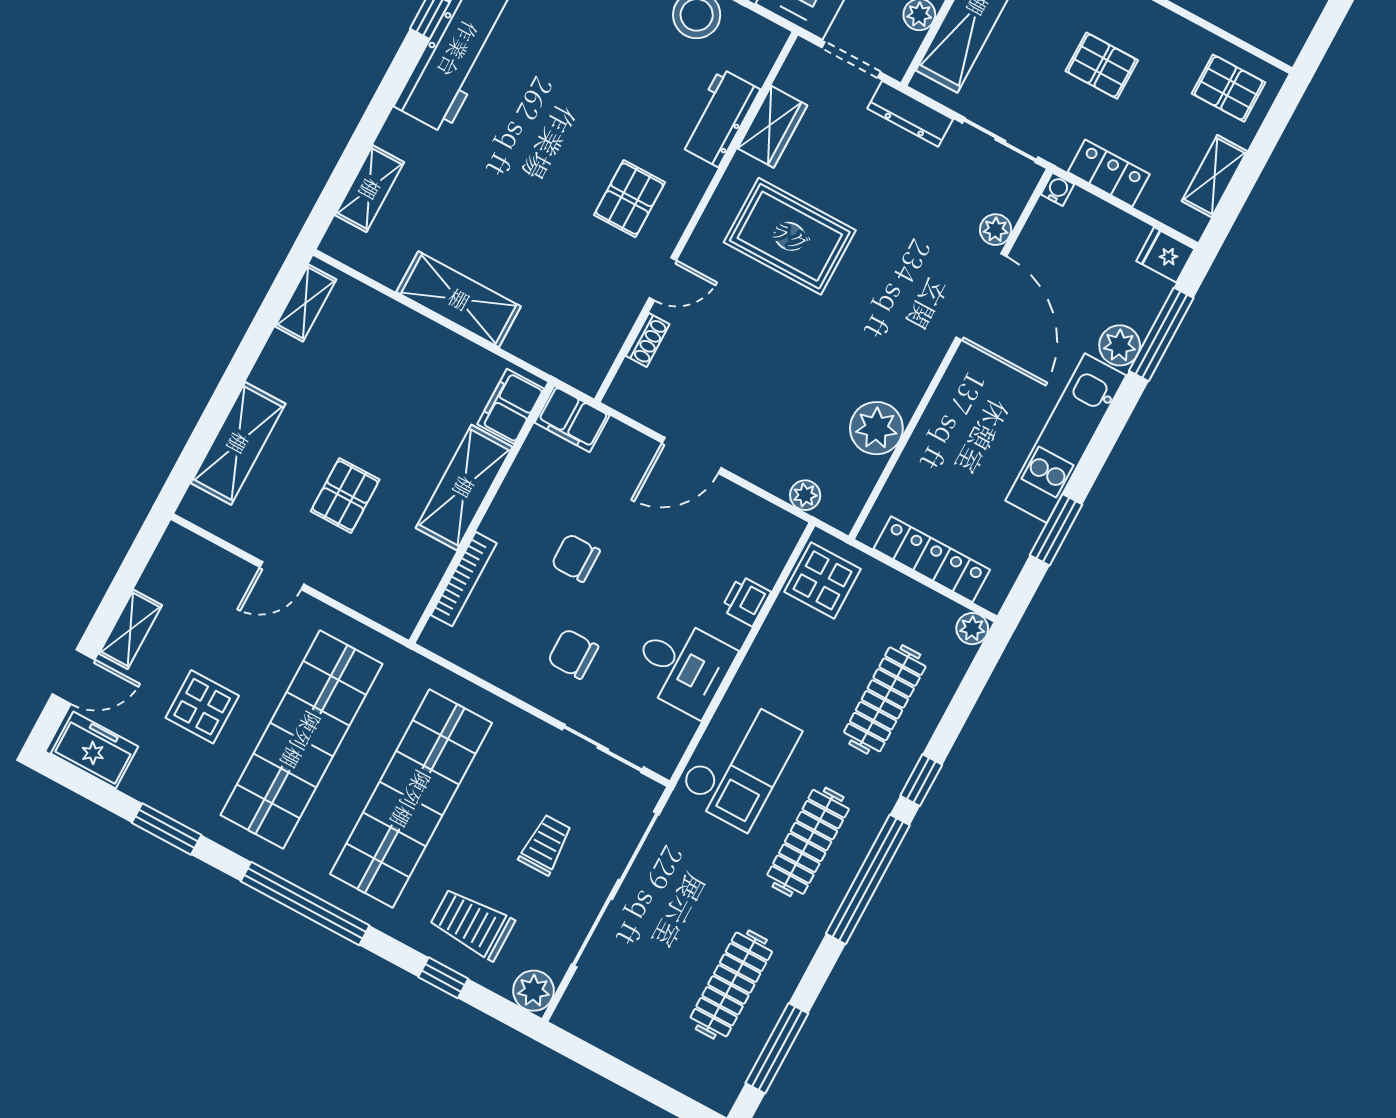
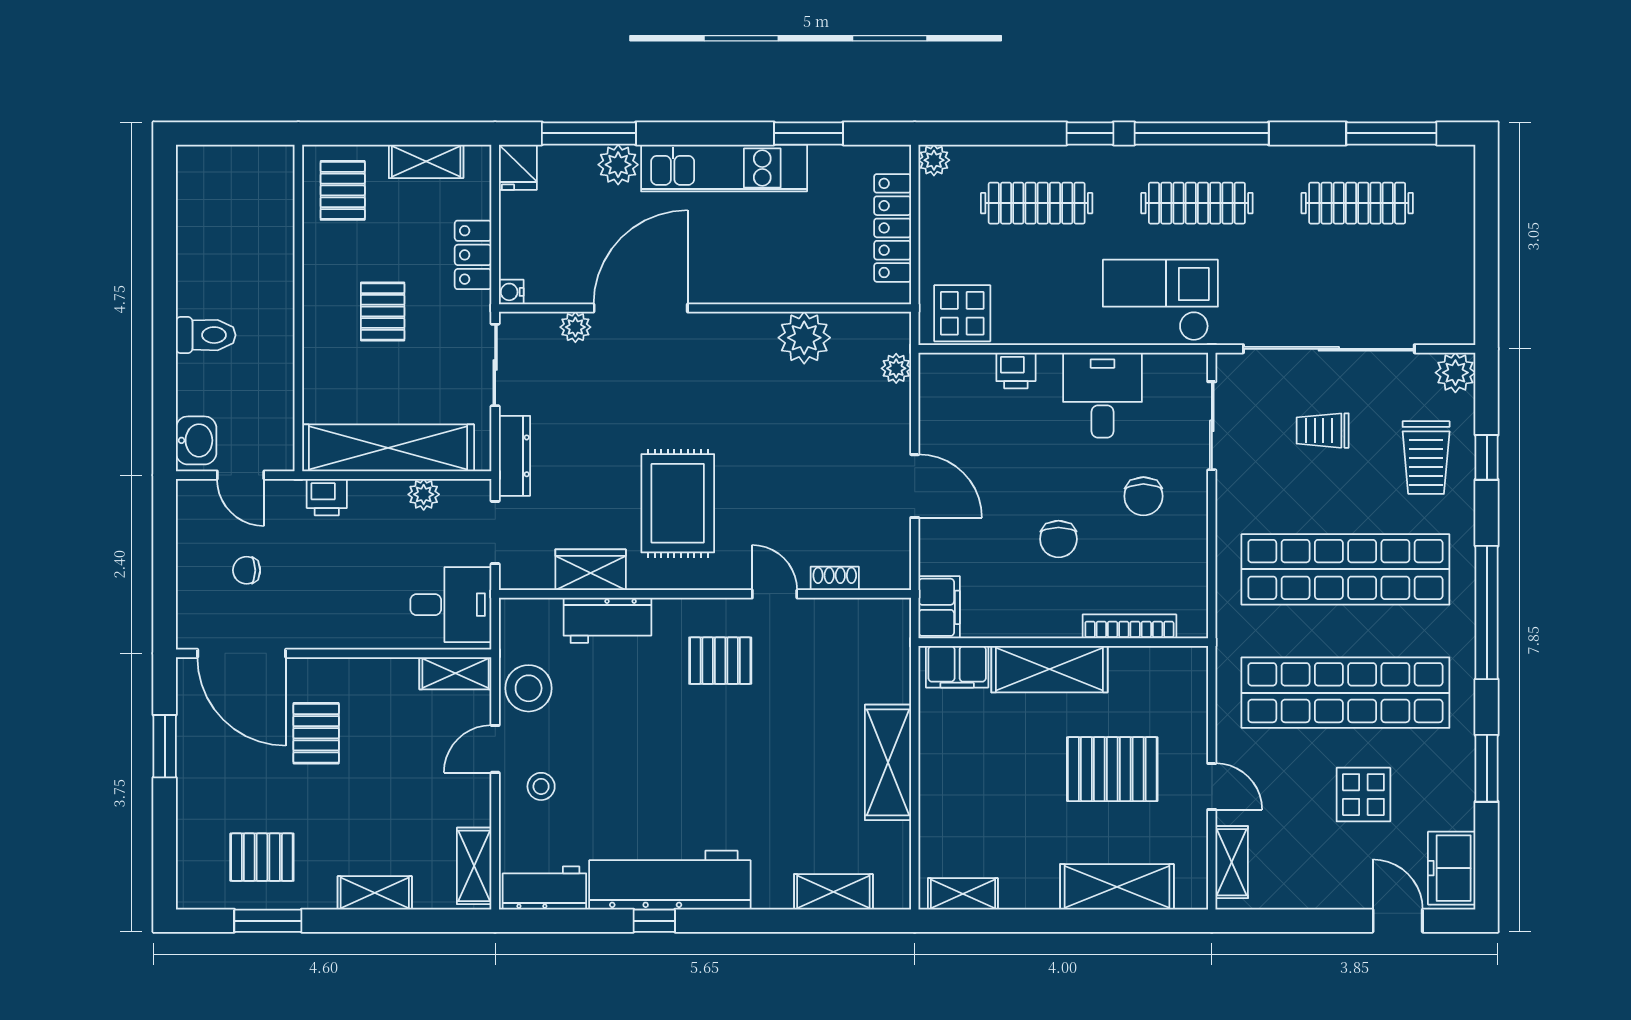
pallet: (345, 495) -> (1112, 769), width x1.50, depth x1.42
shelving: (130, 629) -> (1232, 862), moved, turned 90

